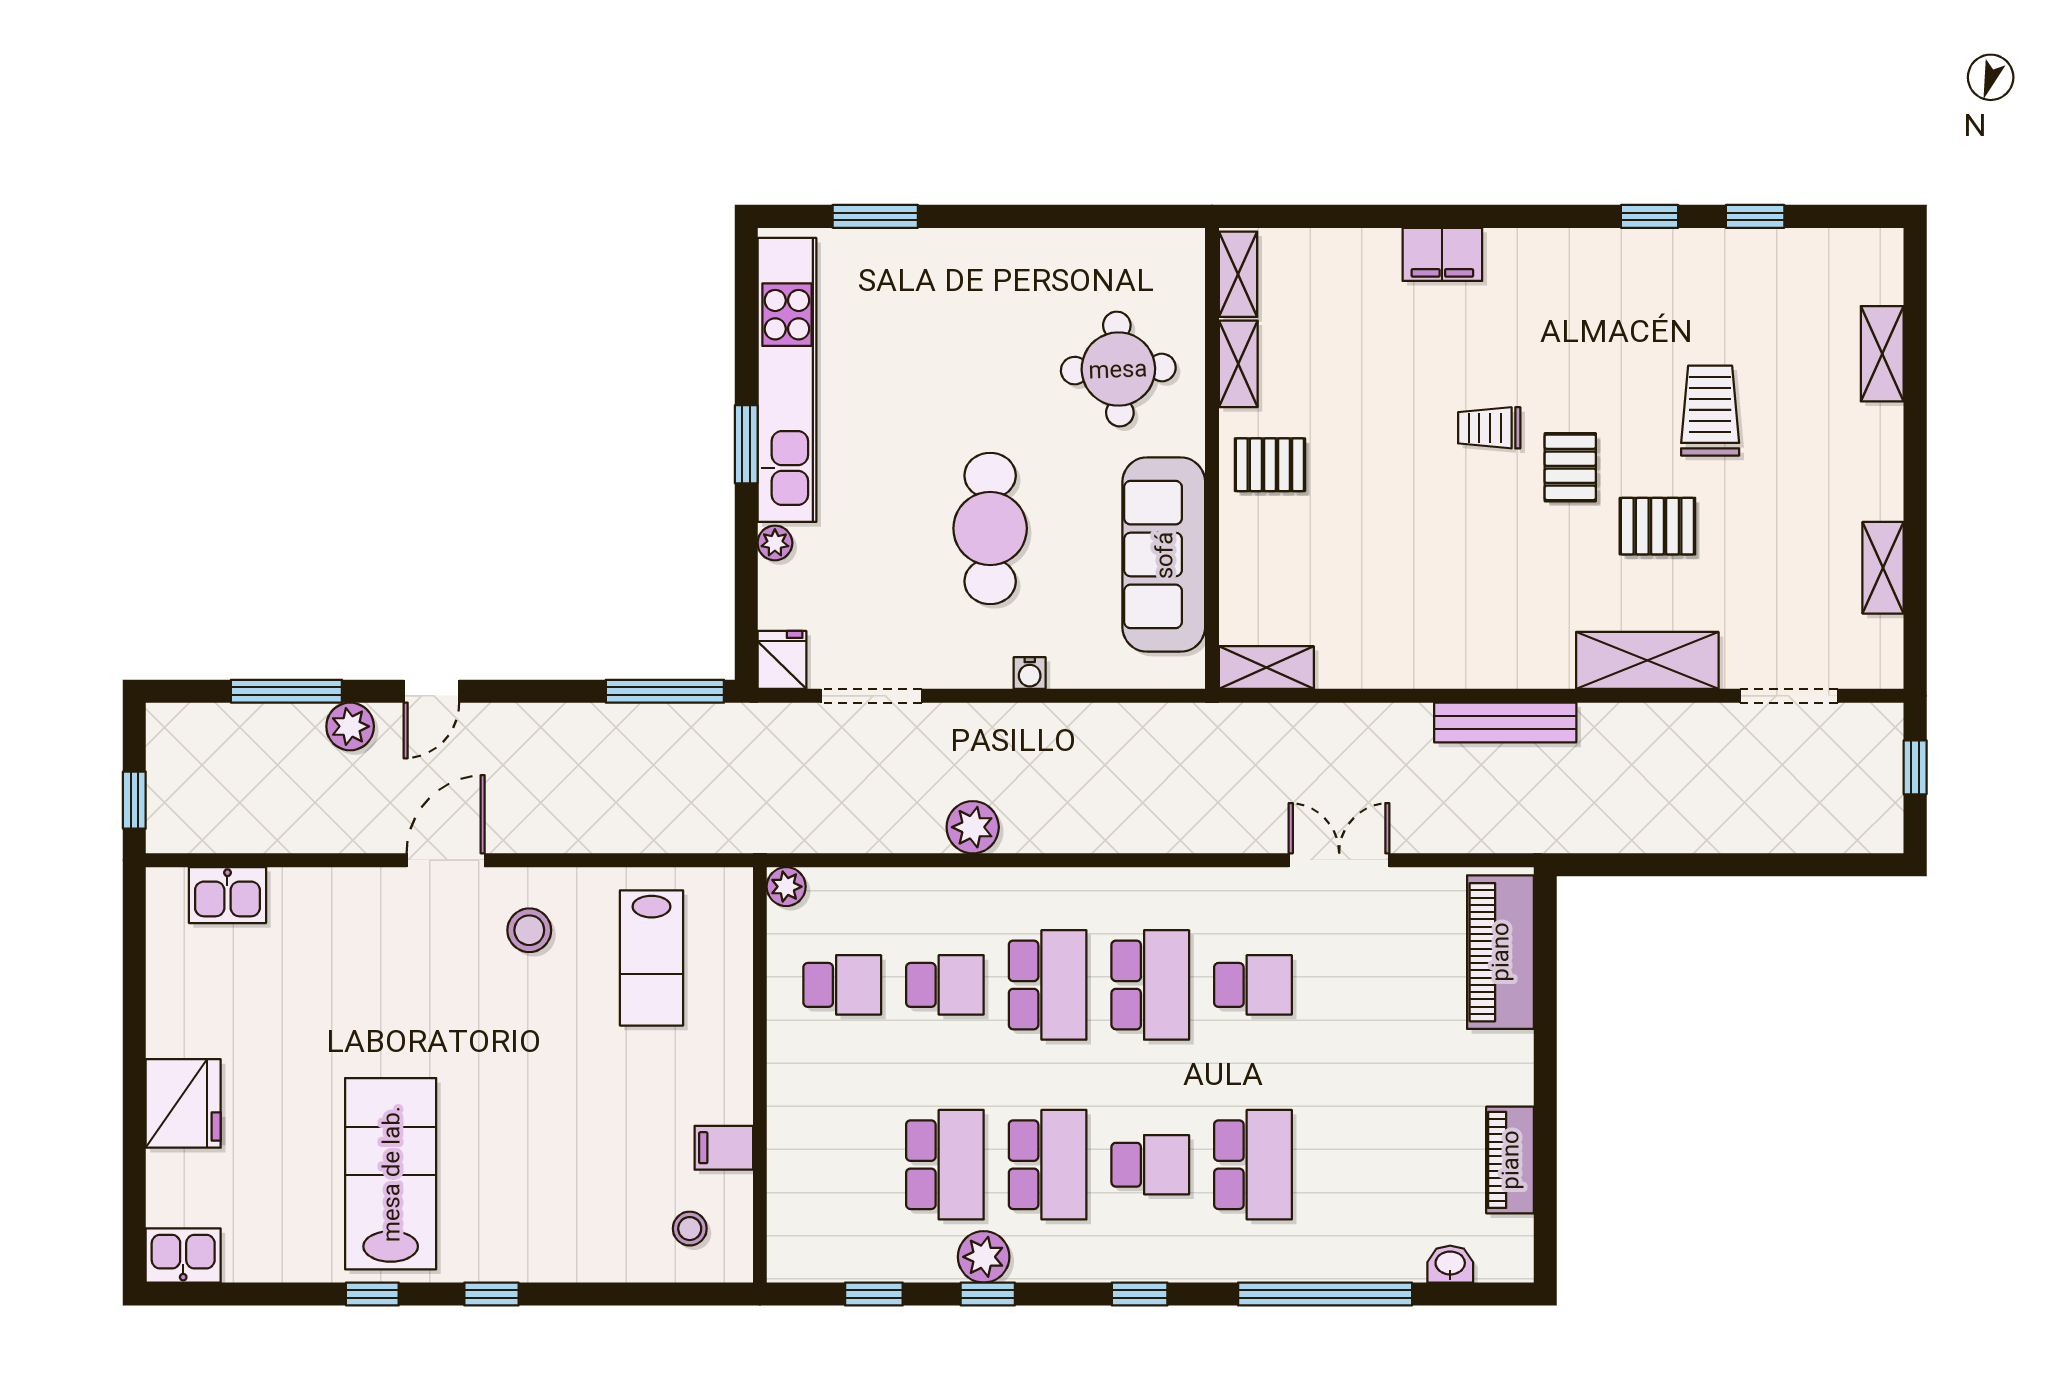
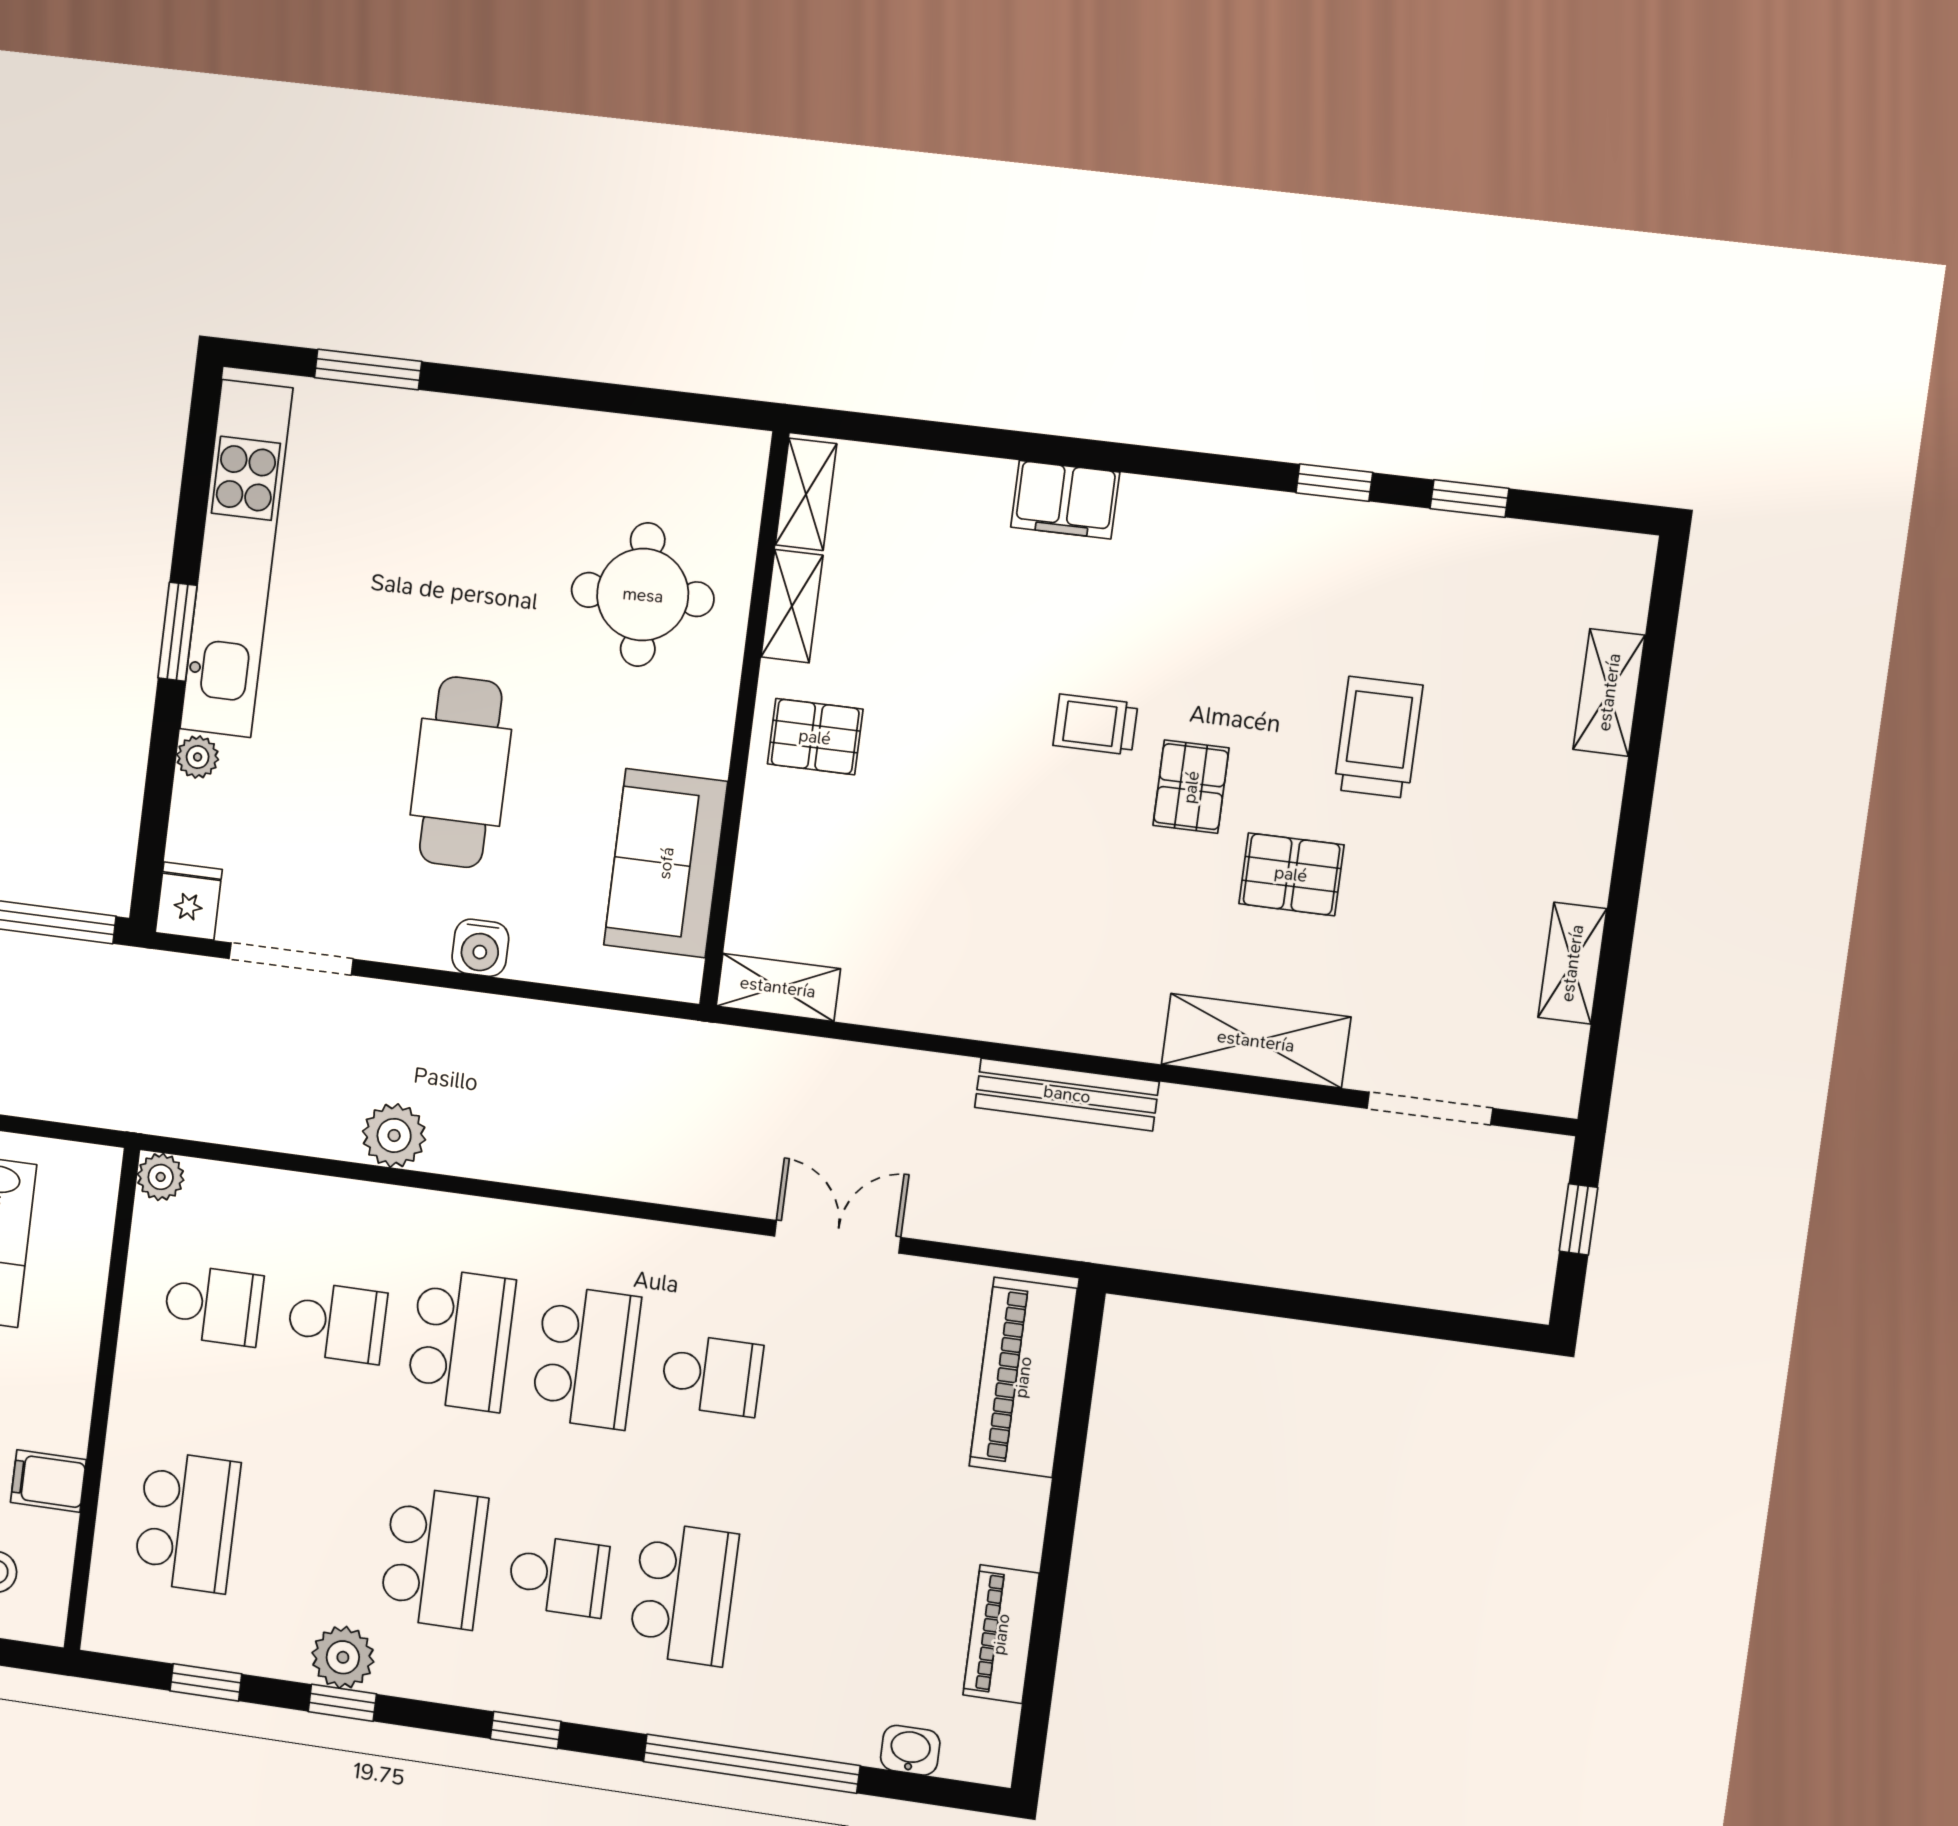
sofa: (1164, 555) -> (666, 863), width x0.73
water cooler: (1030, 673) -> (480, 948), width x1.38, depth x1.38
school desk: (945, 1165) -> (187, 1522), moved

